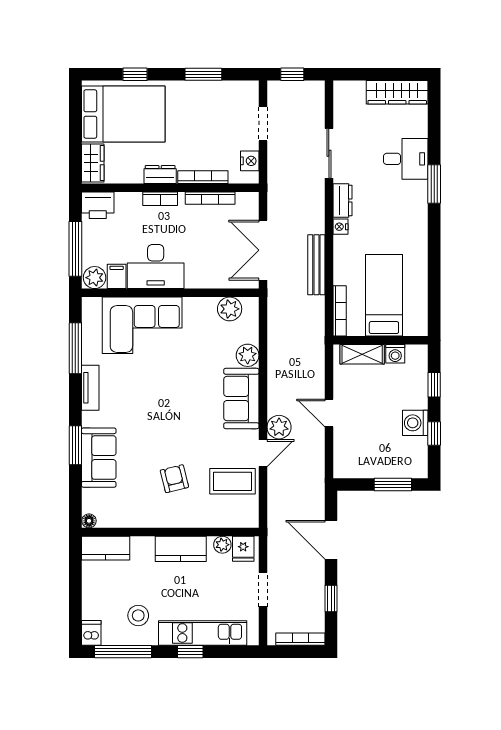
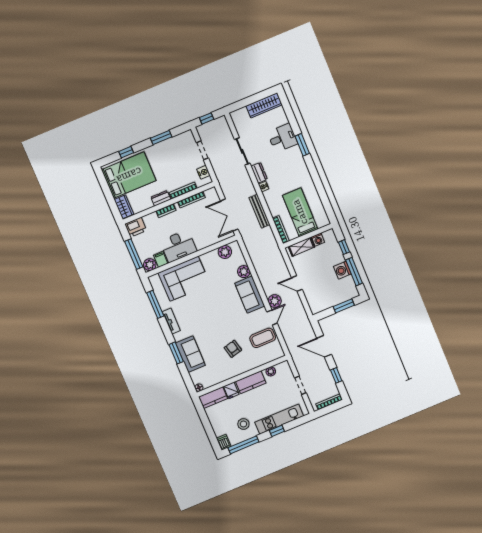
window: (434, 433) -> (354, 272), width x2.17
fridge: (243, 549) -> (231, 390), moved

